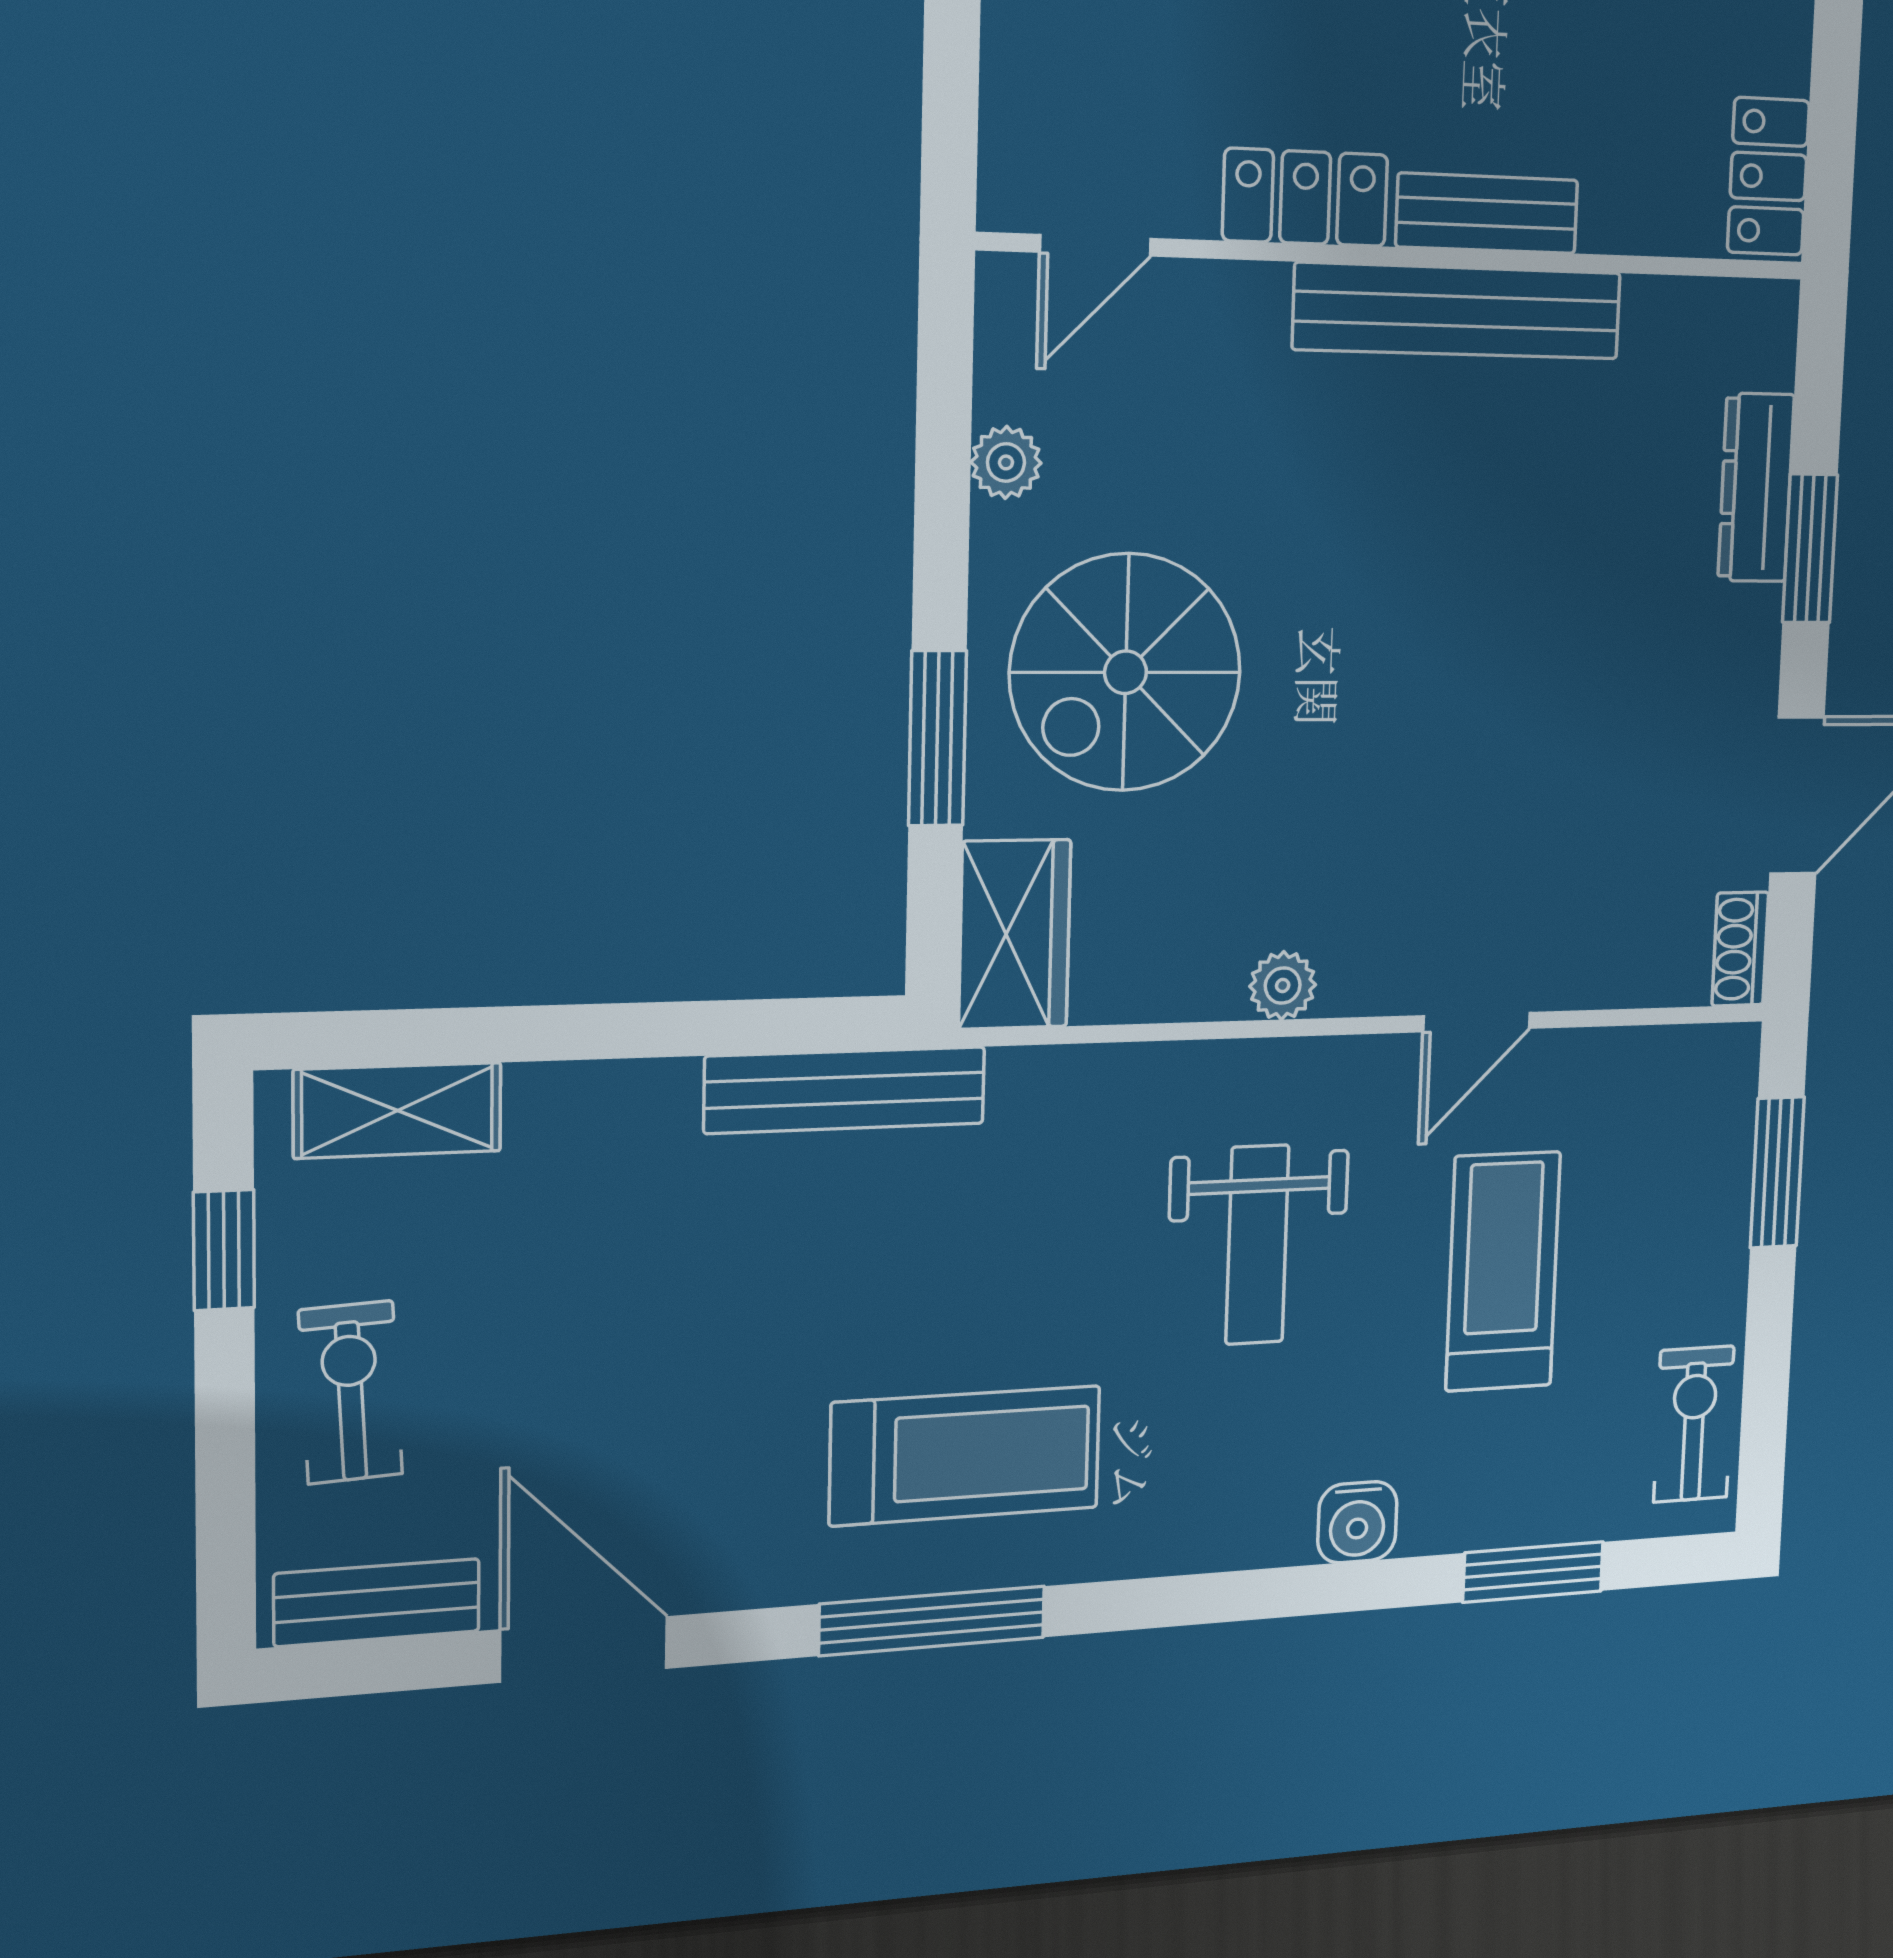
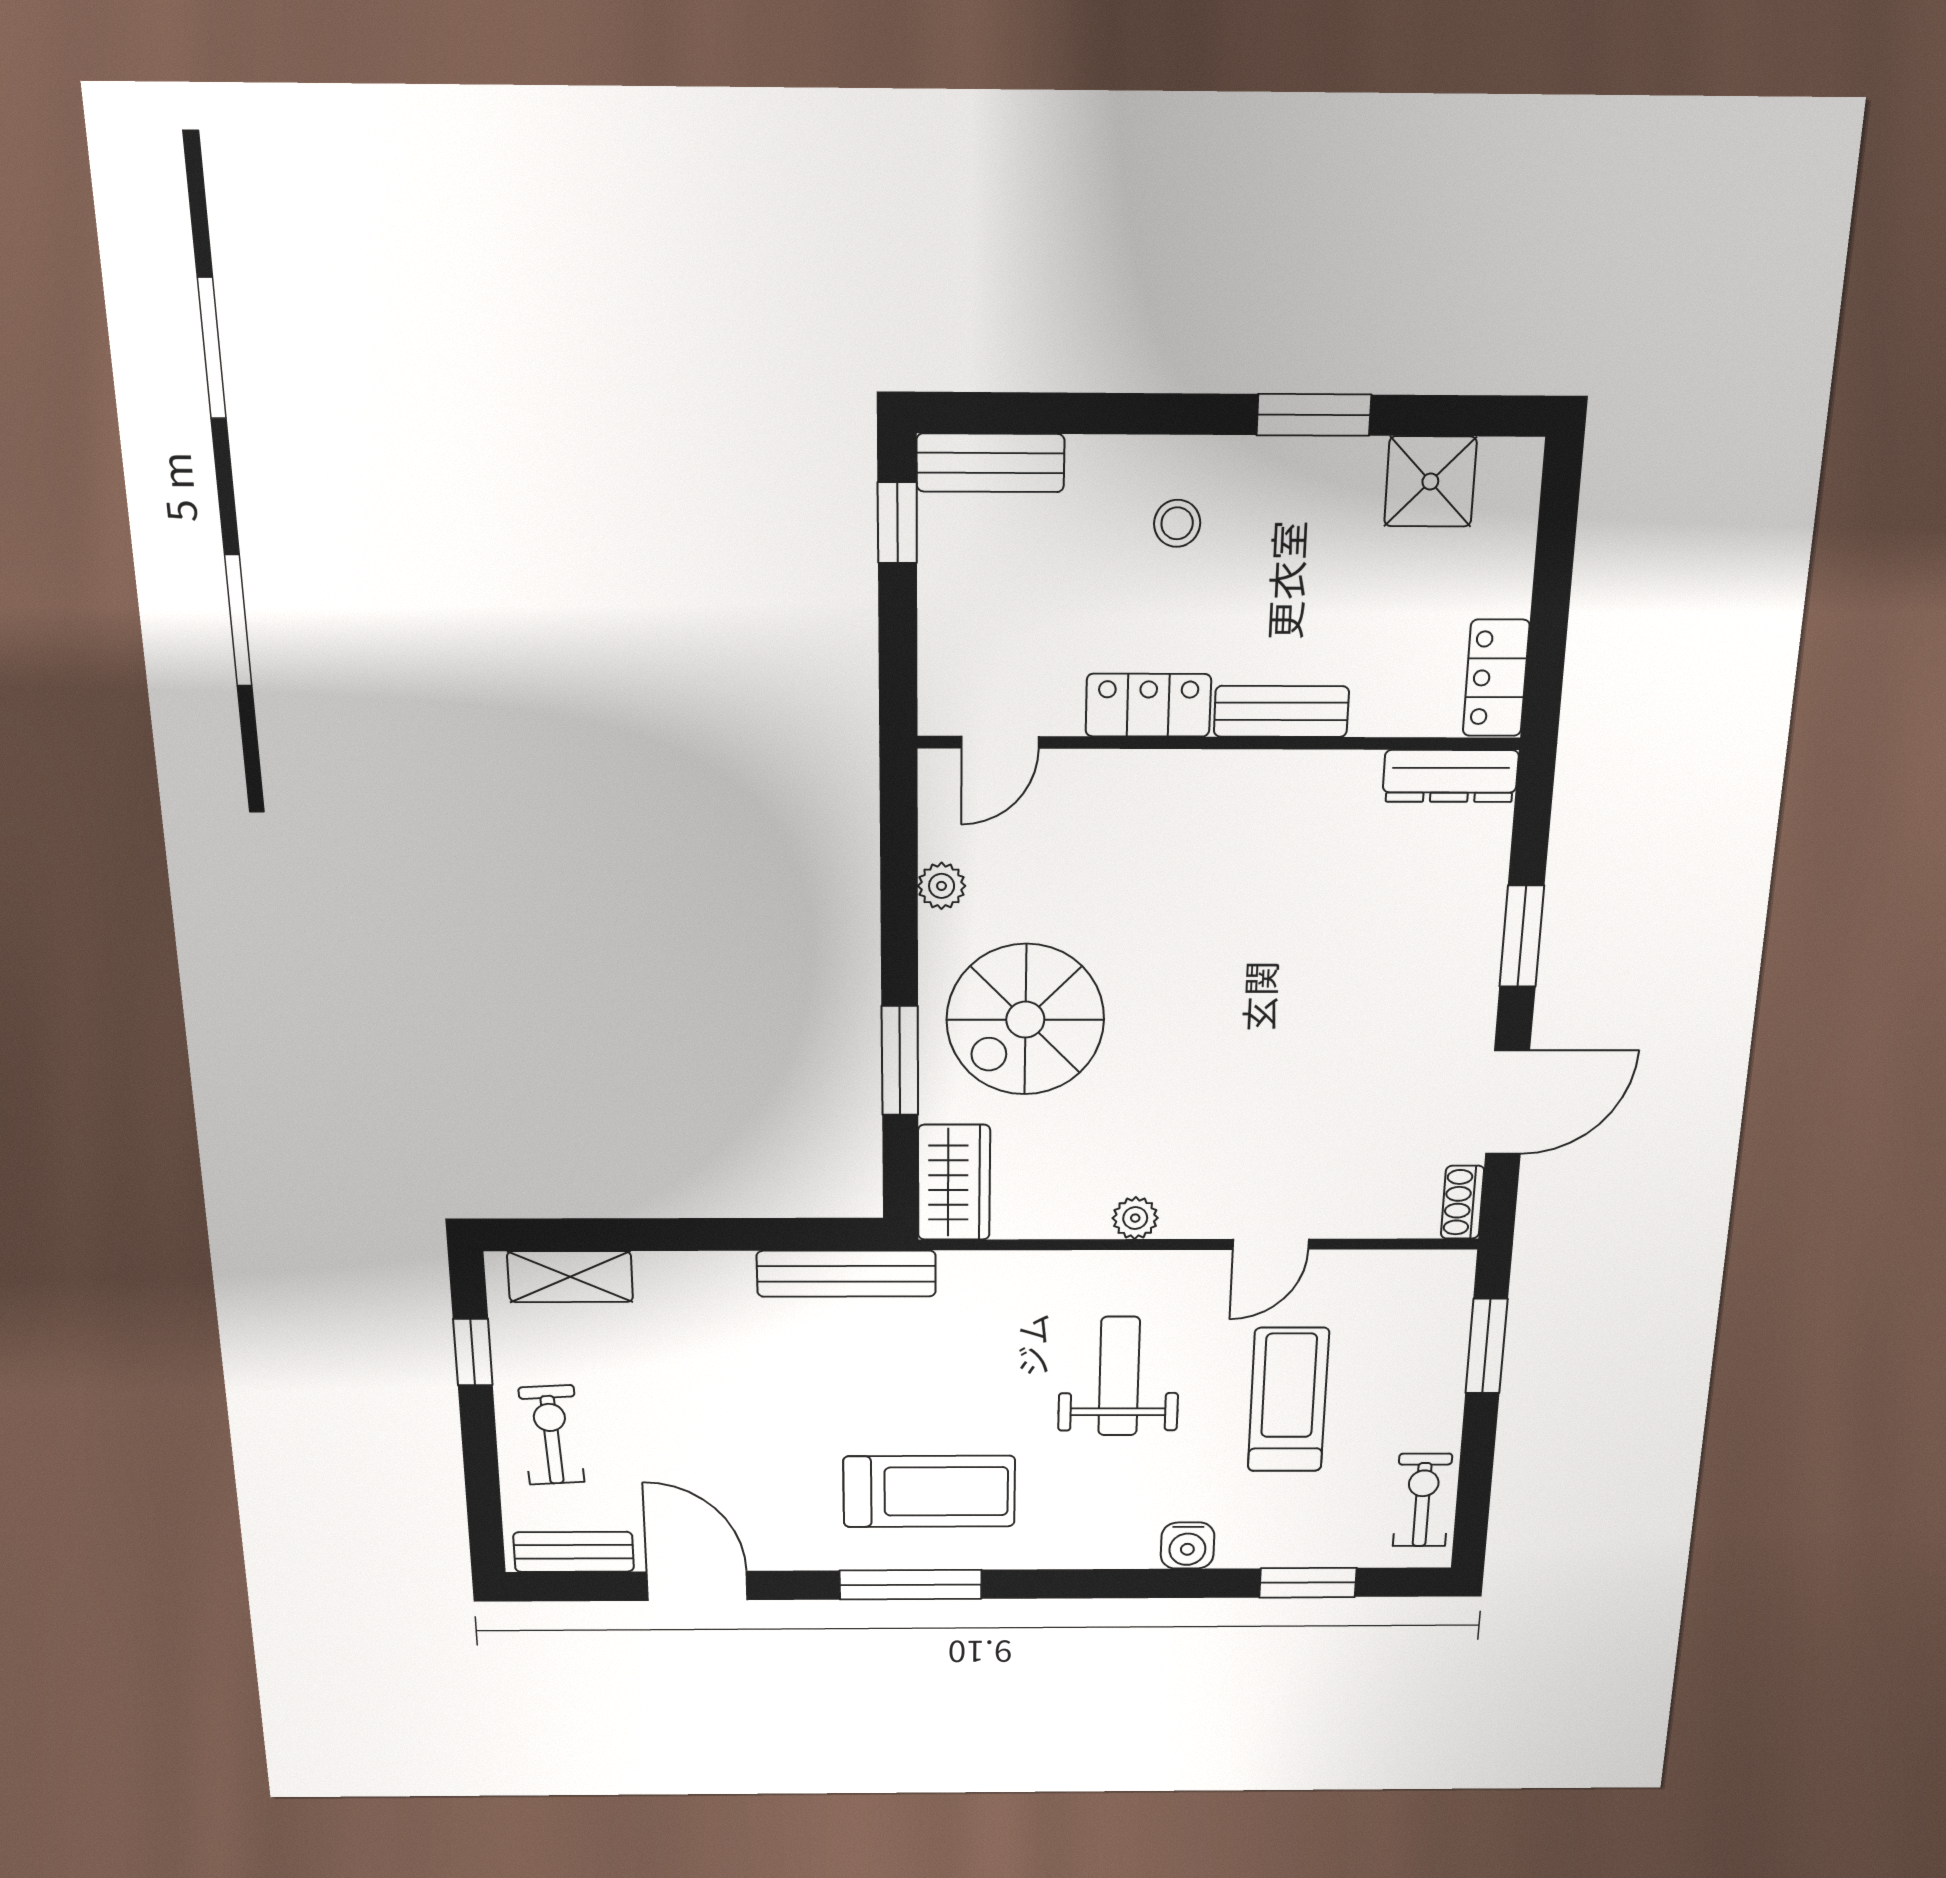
bench: (1458, 311) -> (1260, 779), removed
dresser: (1756, 488) -> (1450, 776), moved, turned -90
weight bench: (1257, 1245) -> (1119, 1376), turned 180

